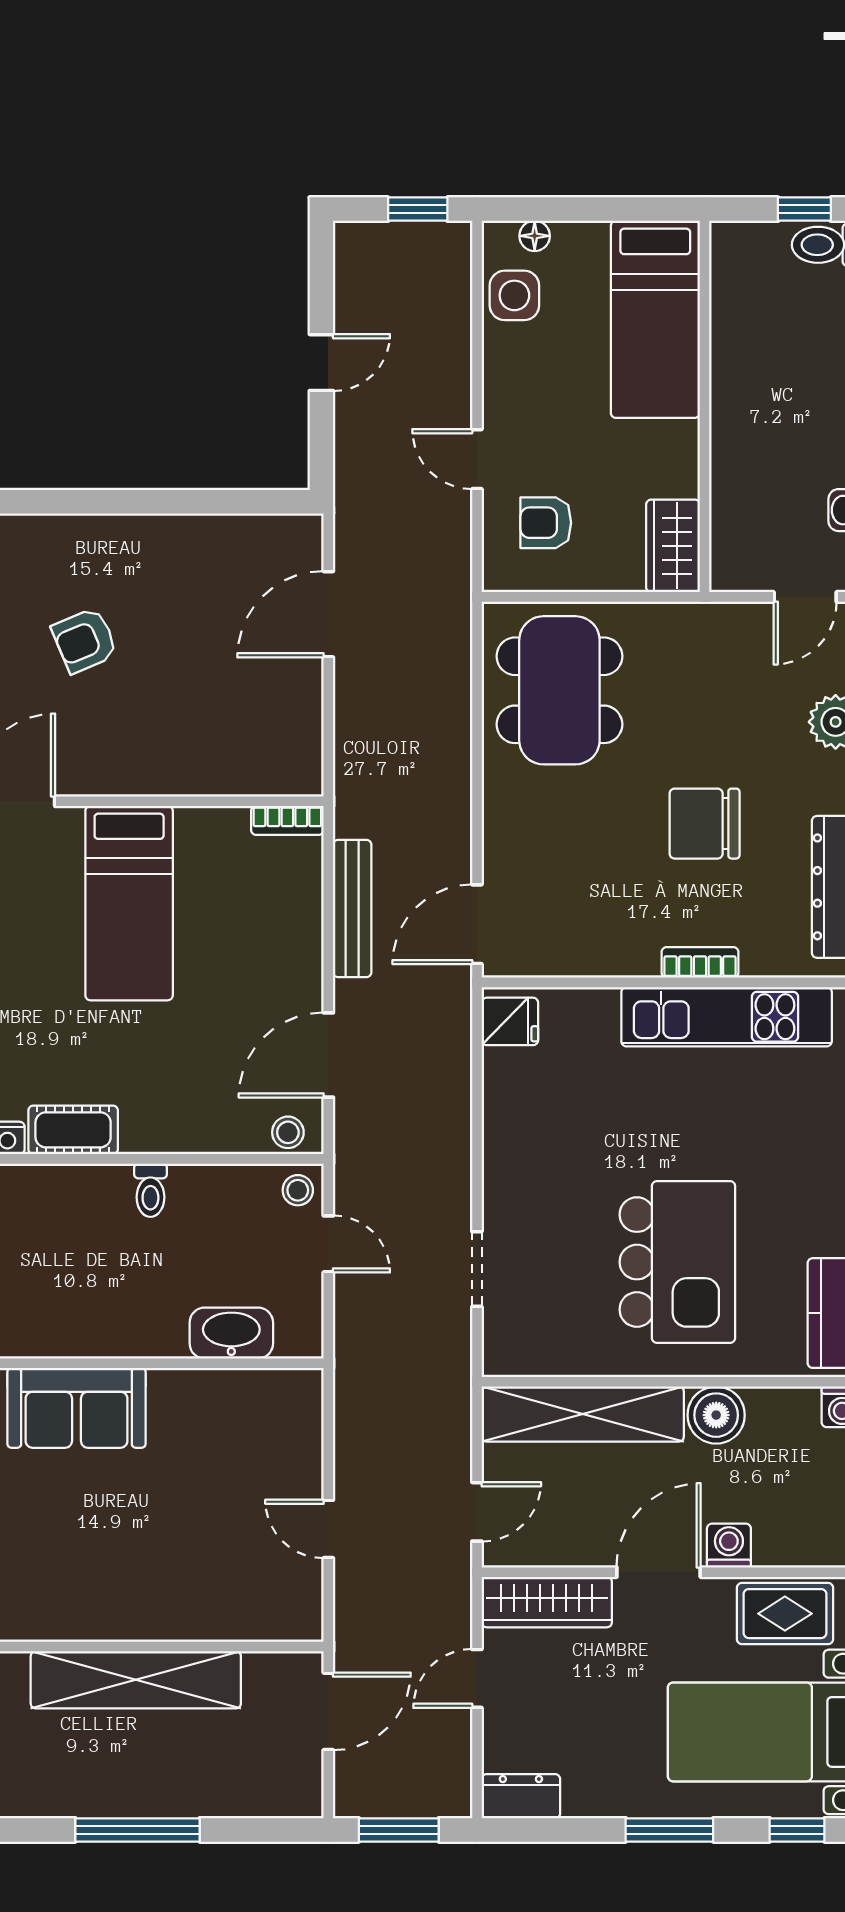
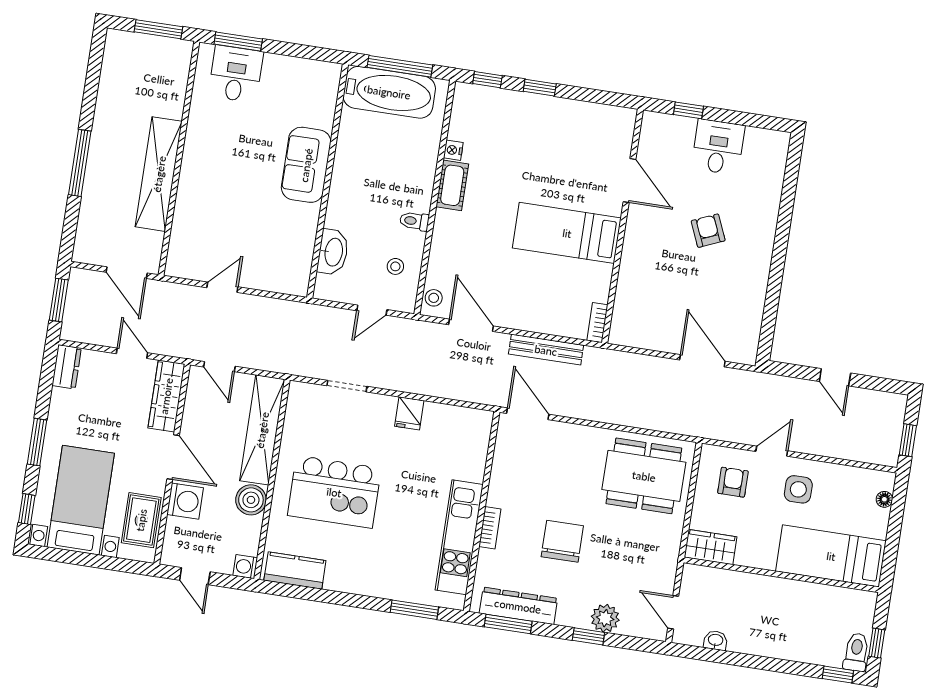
side table: (514, 295) -> (798, 489), moved
fridge: (510, 1021) -> (409, 413), moved
stool: (298, 1190) -> (395, 266), moved
washing machine: (729, 1546) -> (185, 501), width x1.38, depth x1.38

